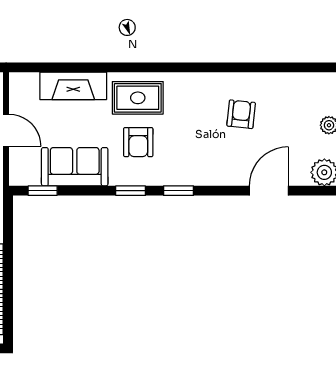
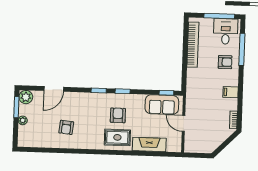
sofa: (75, 167) -> (162, 105), moved

